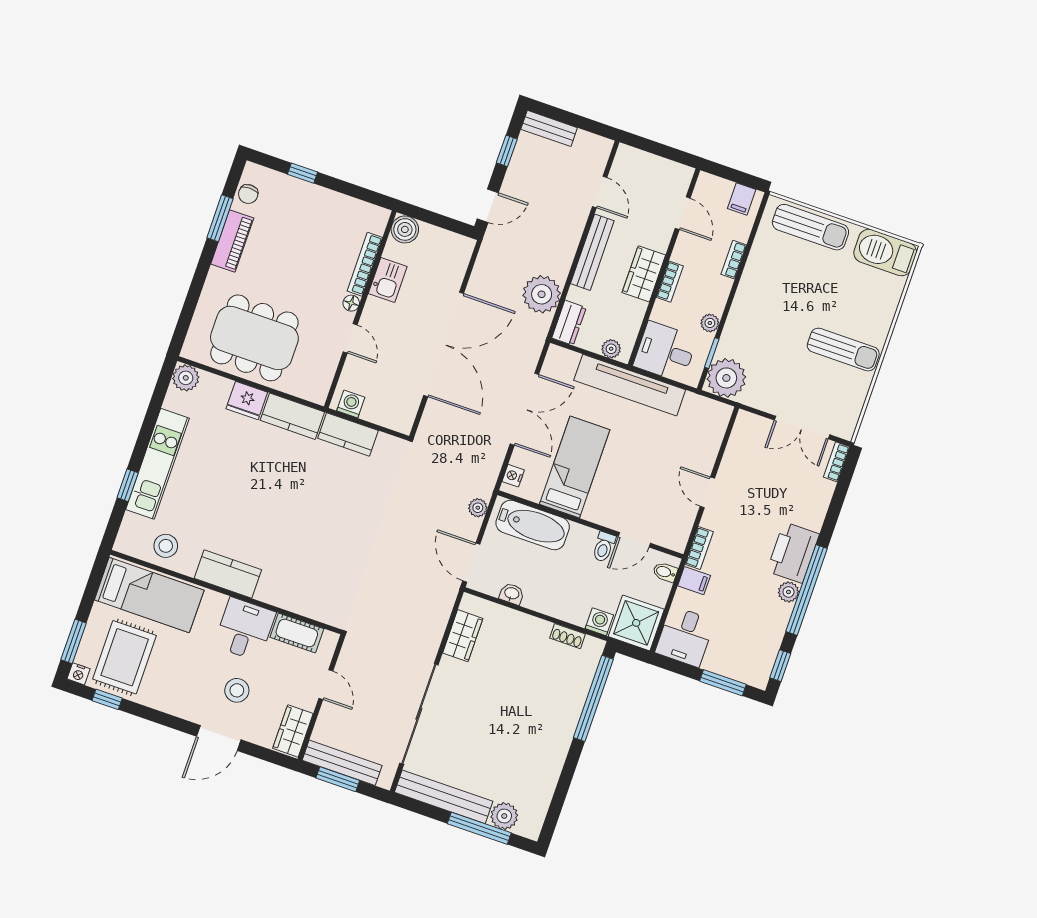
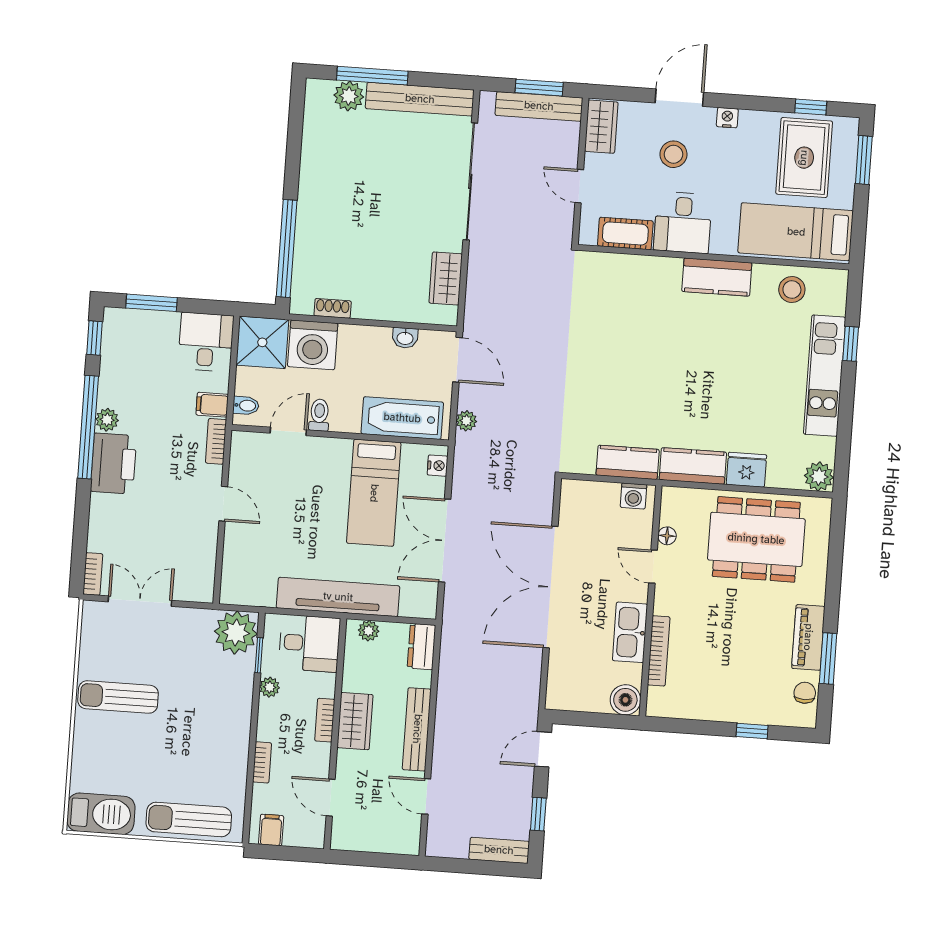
kitchen sink: (388, 280) -> (630, 632), width x1.38
plant: (542, 294) -> (459, 669), removed
floor lamp: (351, 303) -> (667, 536), moved
washing machine: (599, 622) -> (313, 345), width x1.89, depth x1.89
nightstand: (79, 674) -> (727, 118), moved

